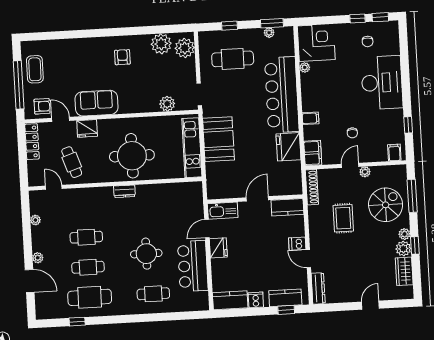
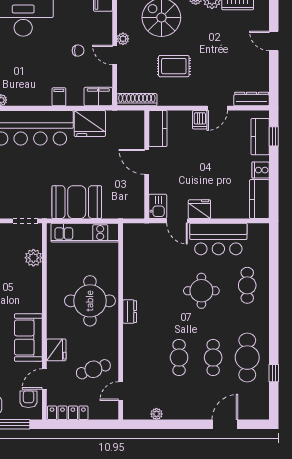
kitchen sink: (223, 211) -> (158, 206), width x0.73
plant: (38, 258) -> (199, 414), removed

